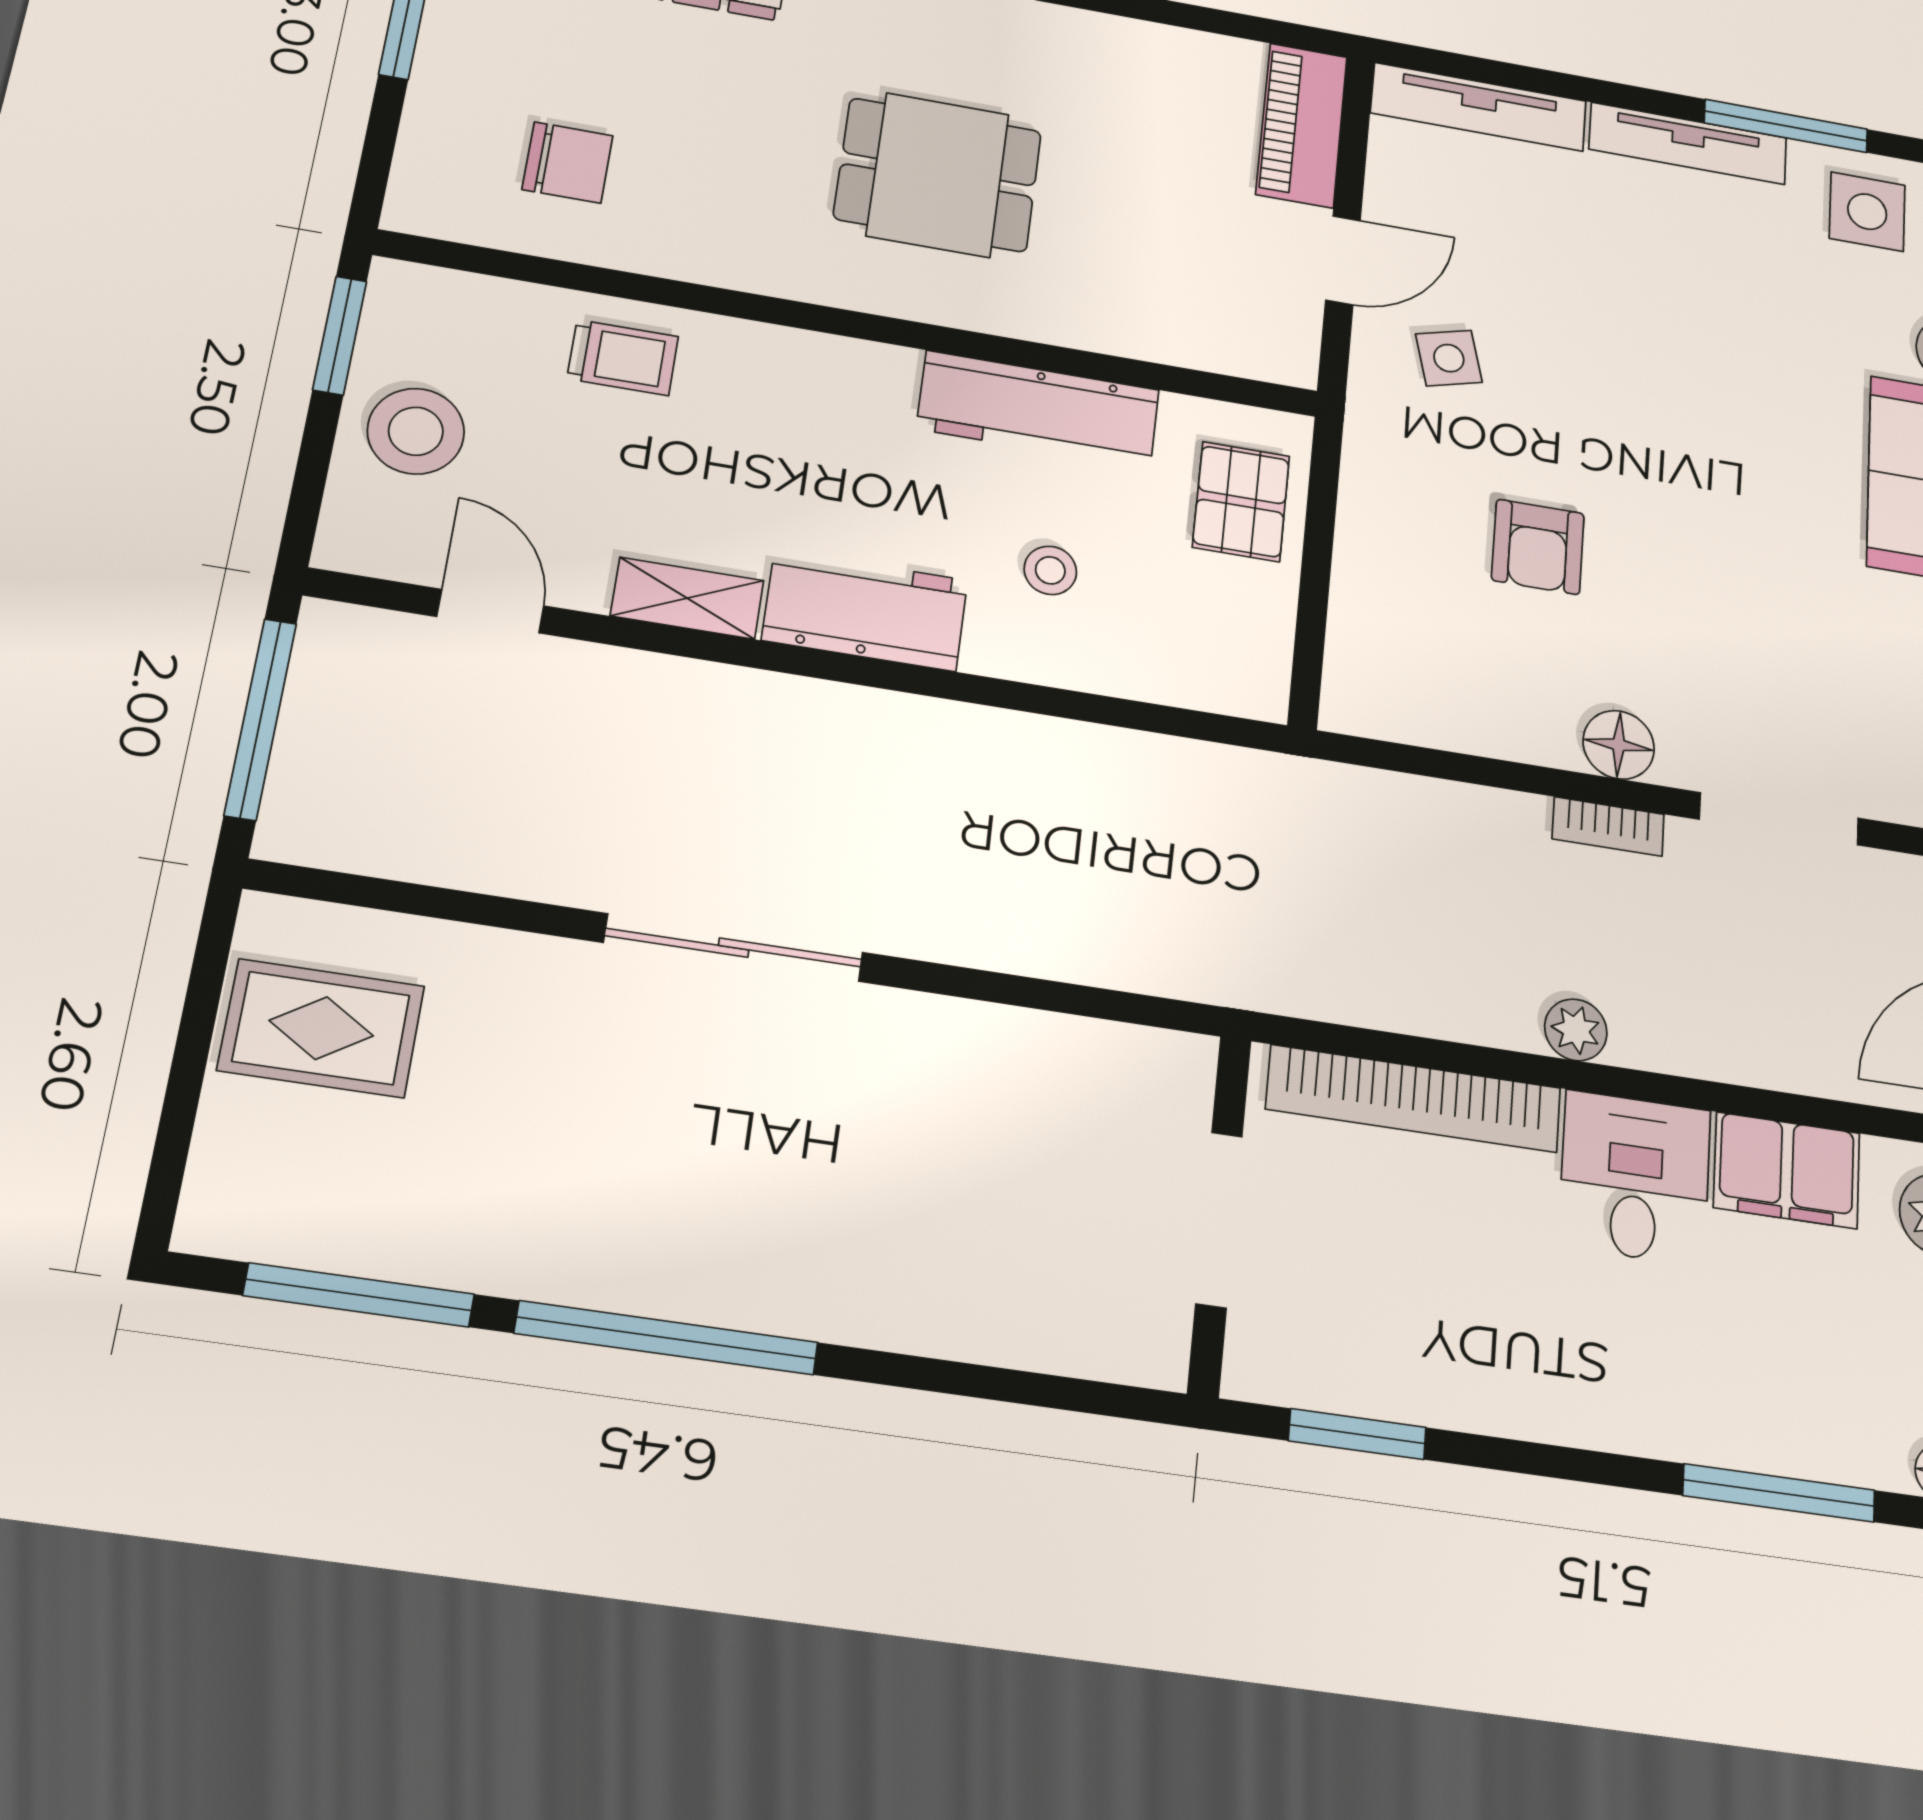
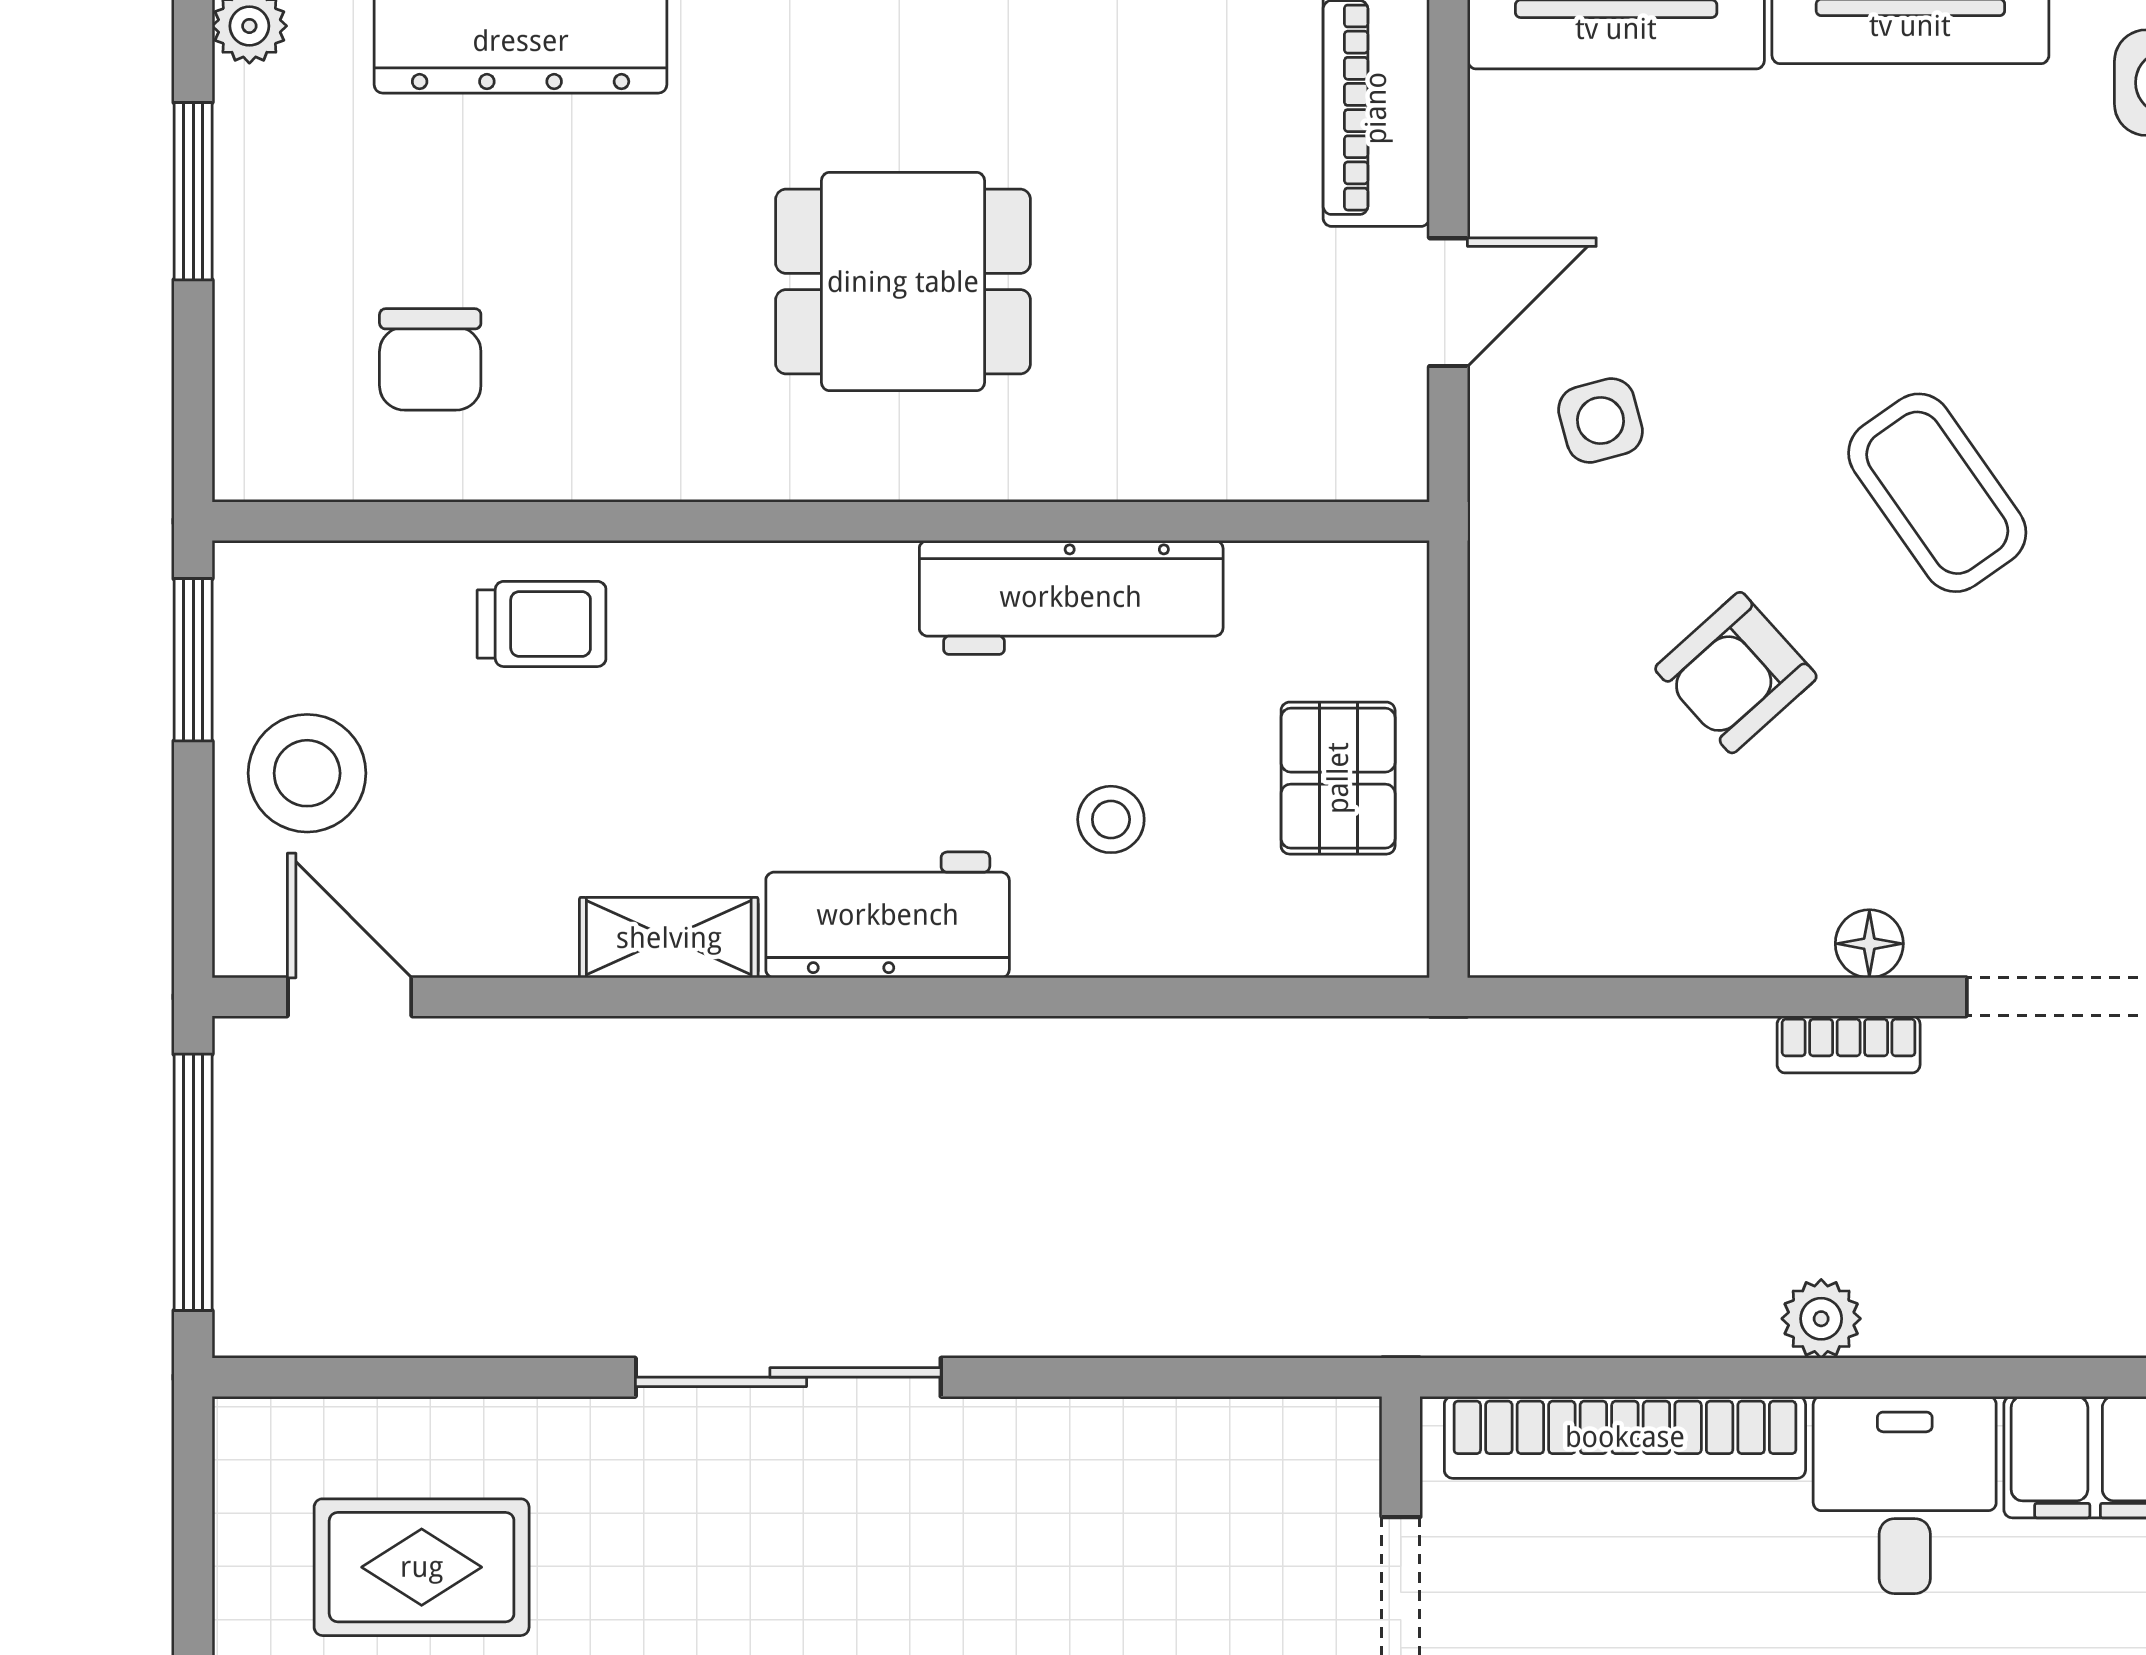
chair: (568, 163) -> (430, 359), turned 90
coffee table: (1693, 449) -> (1937, 493), added
pallet: (1241, 502) -> (1338, 778), moved
armchair: (1538, 547) -> (1736, 673), turned 48
door: (490, 611) -> (350, 997), moved
floor lamp: (1619, 745) -> (1869, 944), width x0.73, depth x0.73
rug: (321, 1028) -> (422, 1567), moved

